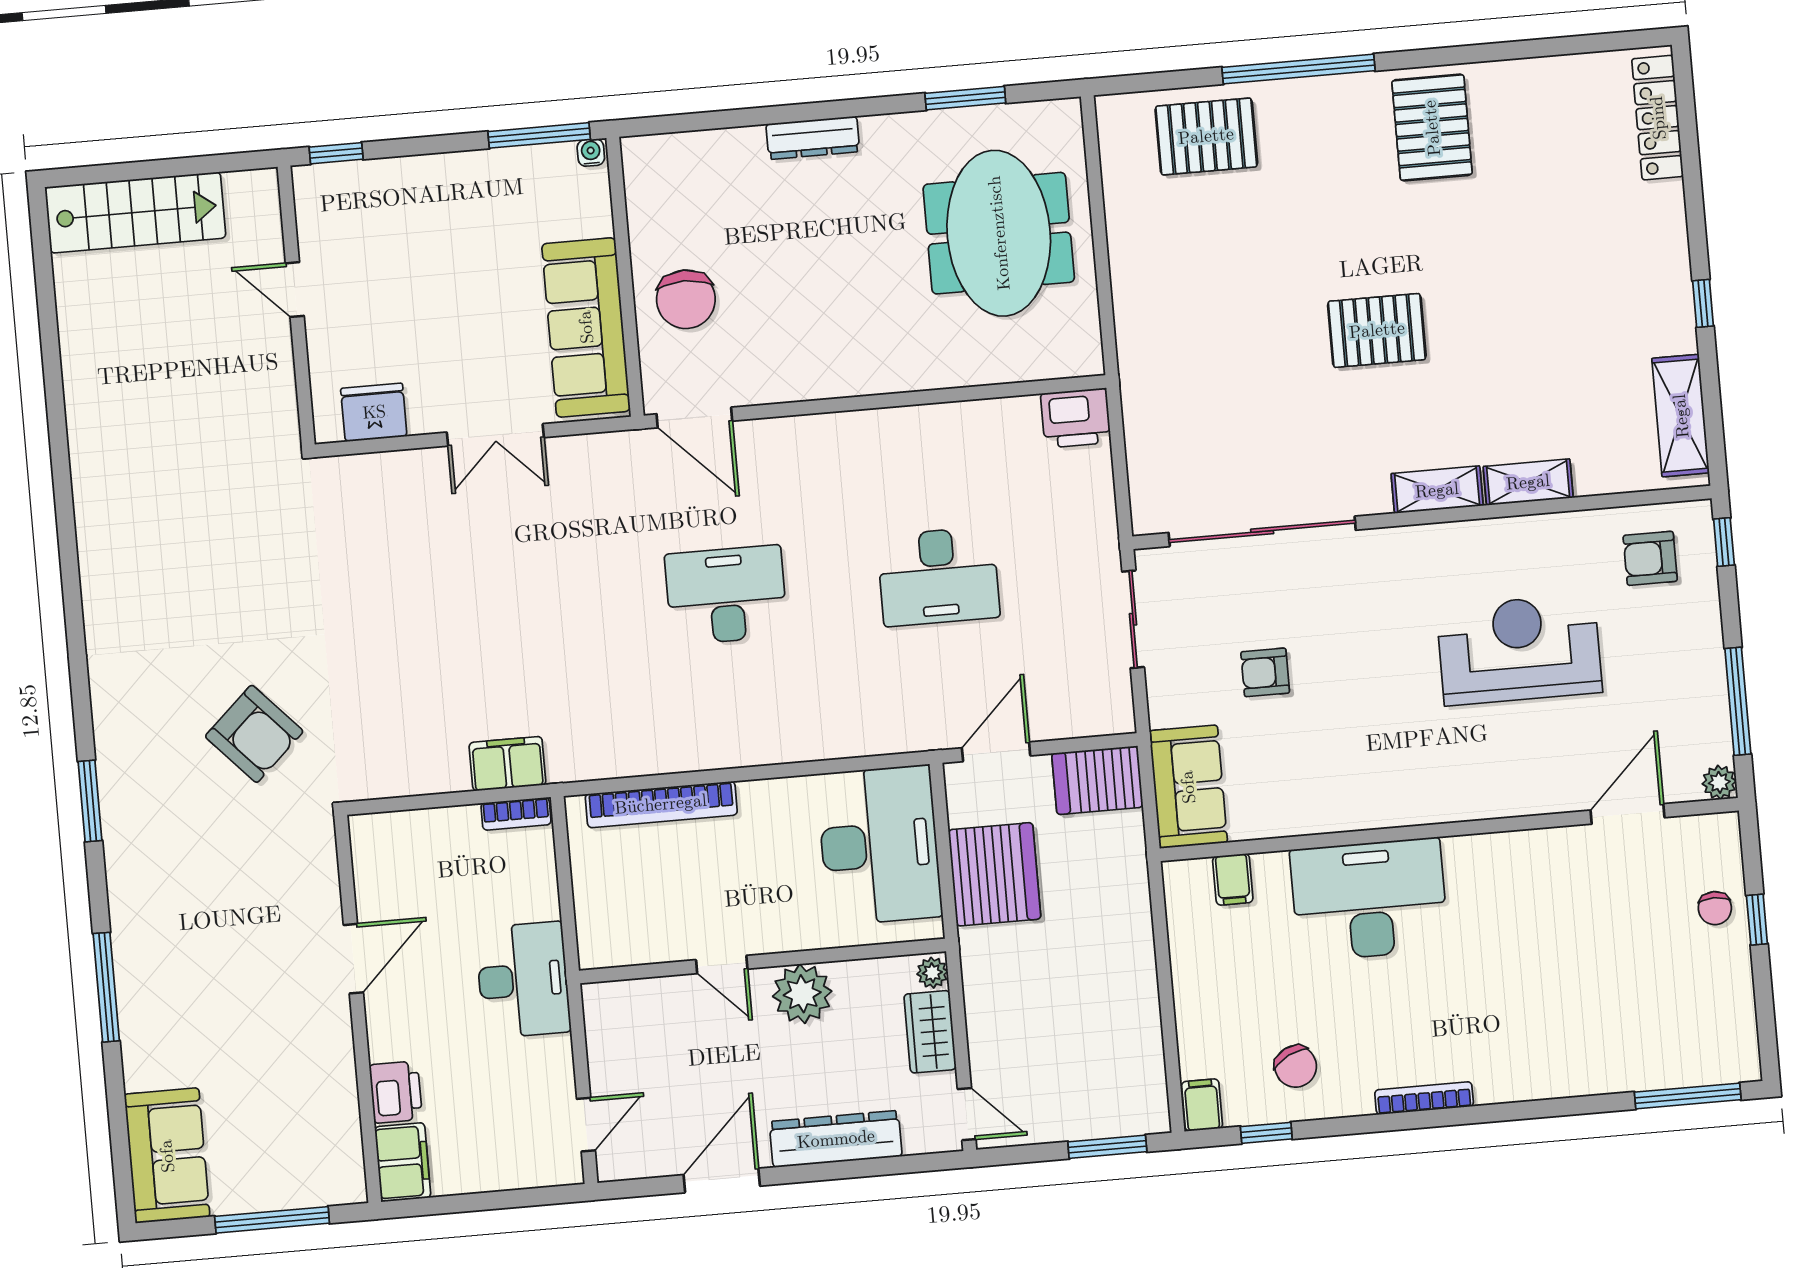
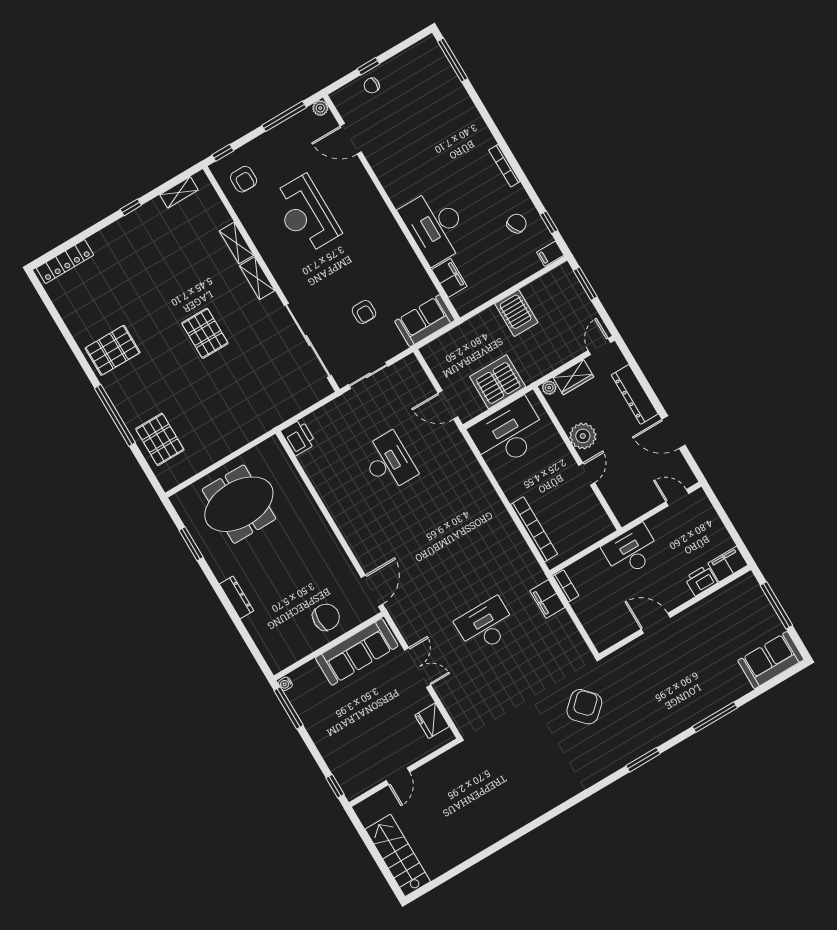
shelving: (1681, 416) -> (179, 192), width x0.67, depth x0.75
desk: (726, 595) -> (486, 625), moved, turned 90
server rack: (1097, 780) -> (516, 313), moved
filing cabinet: (1233, 879) -> (449, 278), width x2.00
chair: (1715, 908) -> (372, 86), turned 180

